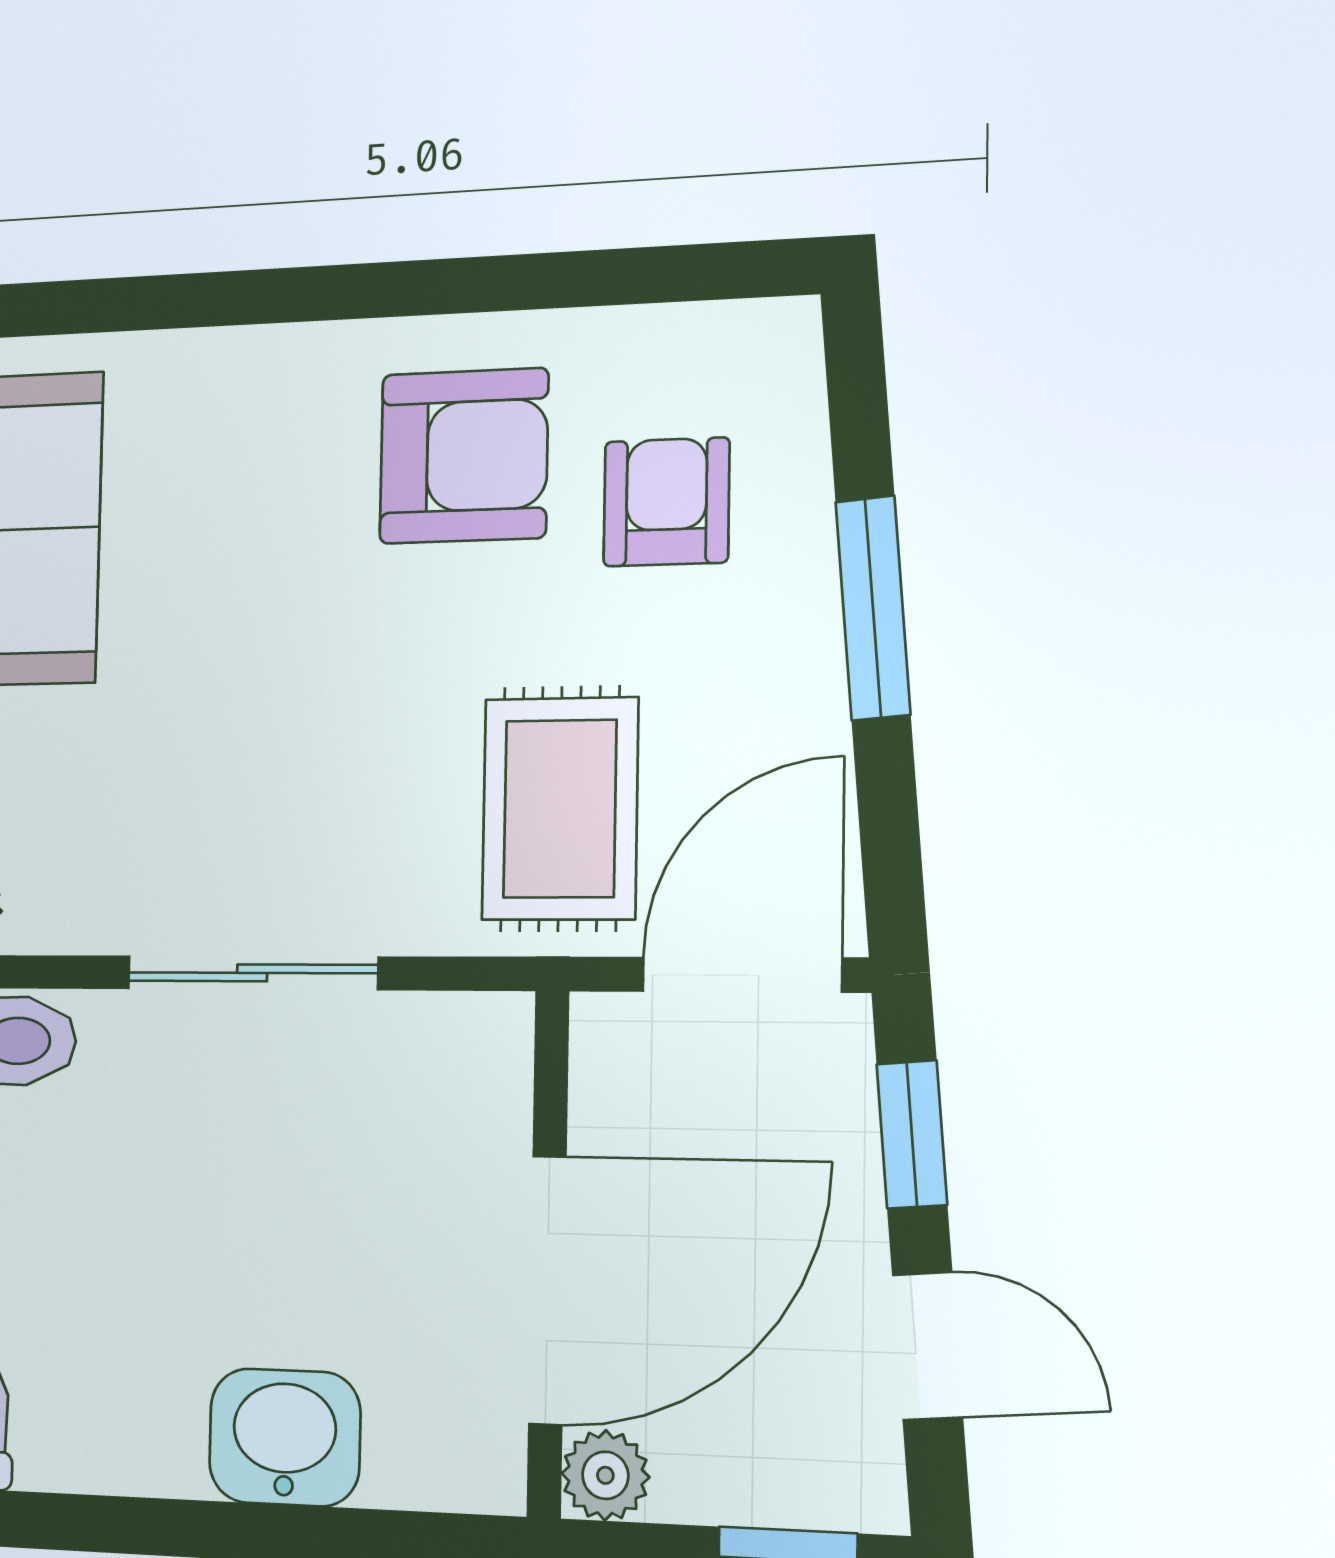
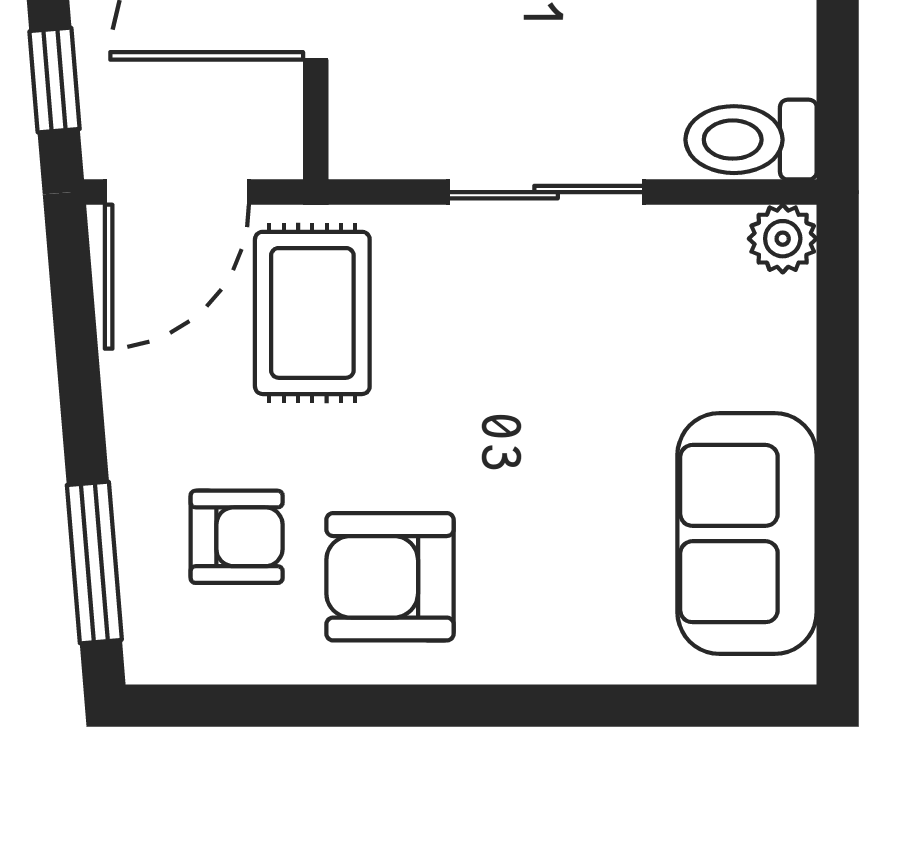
armchair: (666, 502) -> (237, 537), turned -90
window: (873, 608) -> (94, 562), moved

